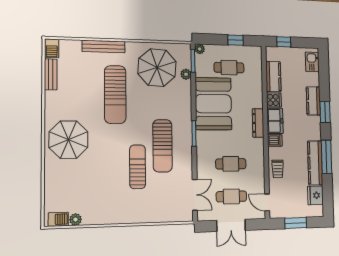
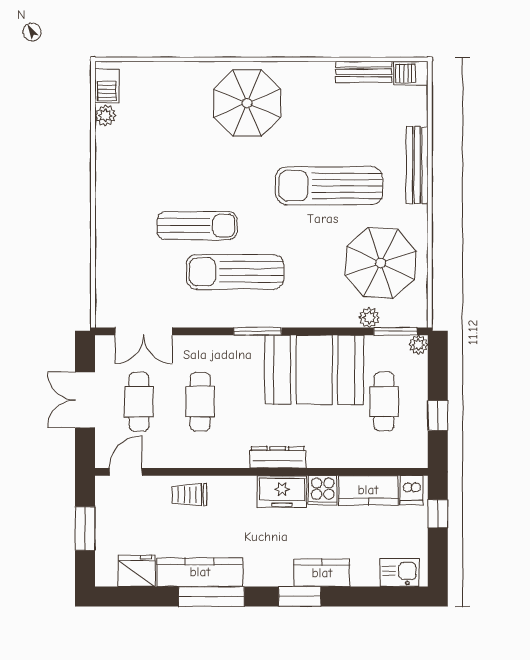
dishwasher: (275, 140) -> (412, 490), moved

